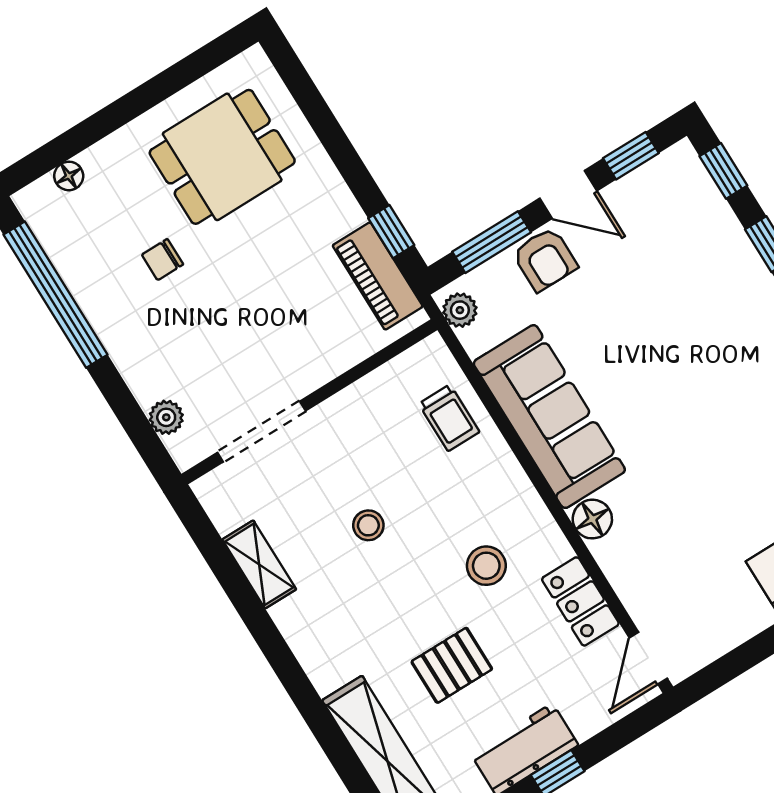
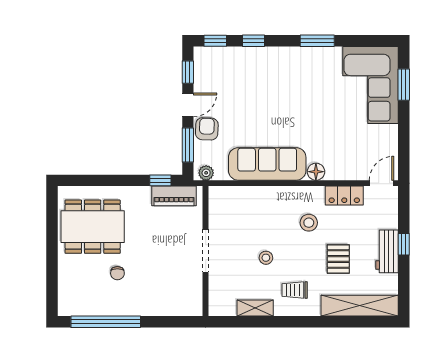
dining table: (222, 157) -> (93, 227), width x1.38
floor lamp: (69, 176) -> (64, 289), removed
armchair: (545, 259) -> (207, 129), turned -88
plant: (166, 417) -> (178, 309), removed
trolley: (449, 418) -> (295, 290), moved, turned 180
doorway: (261, 432) -> (206, 251), moved
door: (648, 658) -> (382, 183), swing flipped

